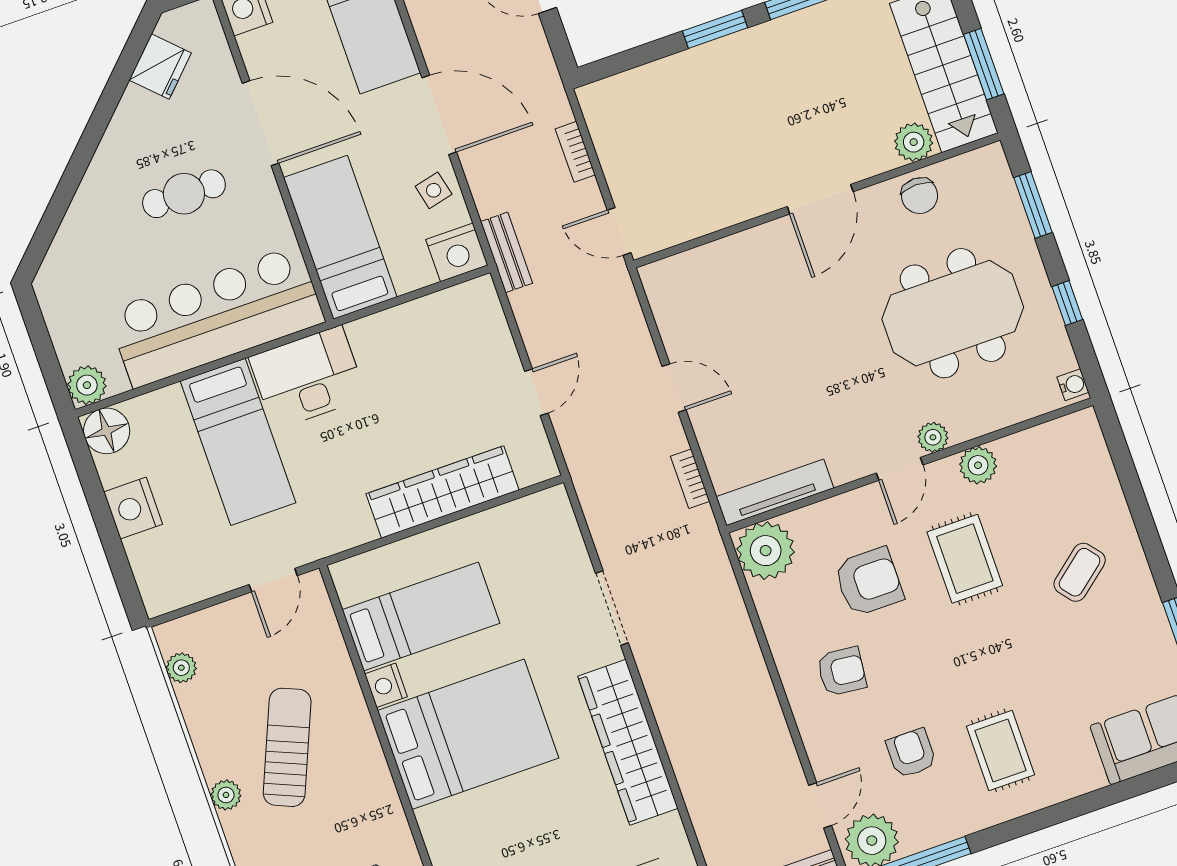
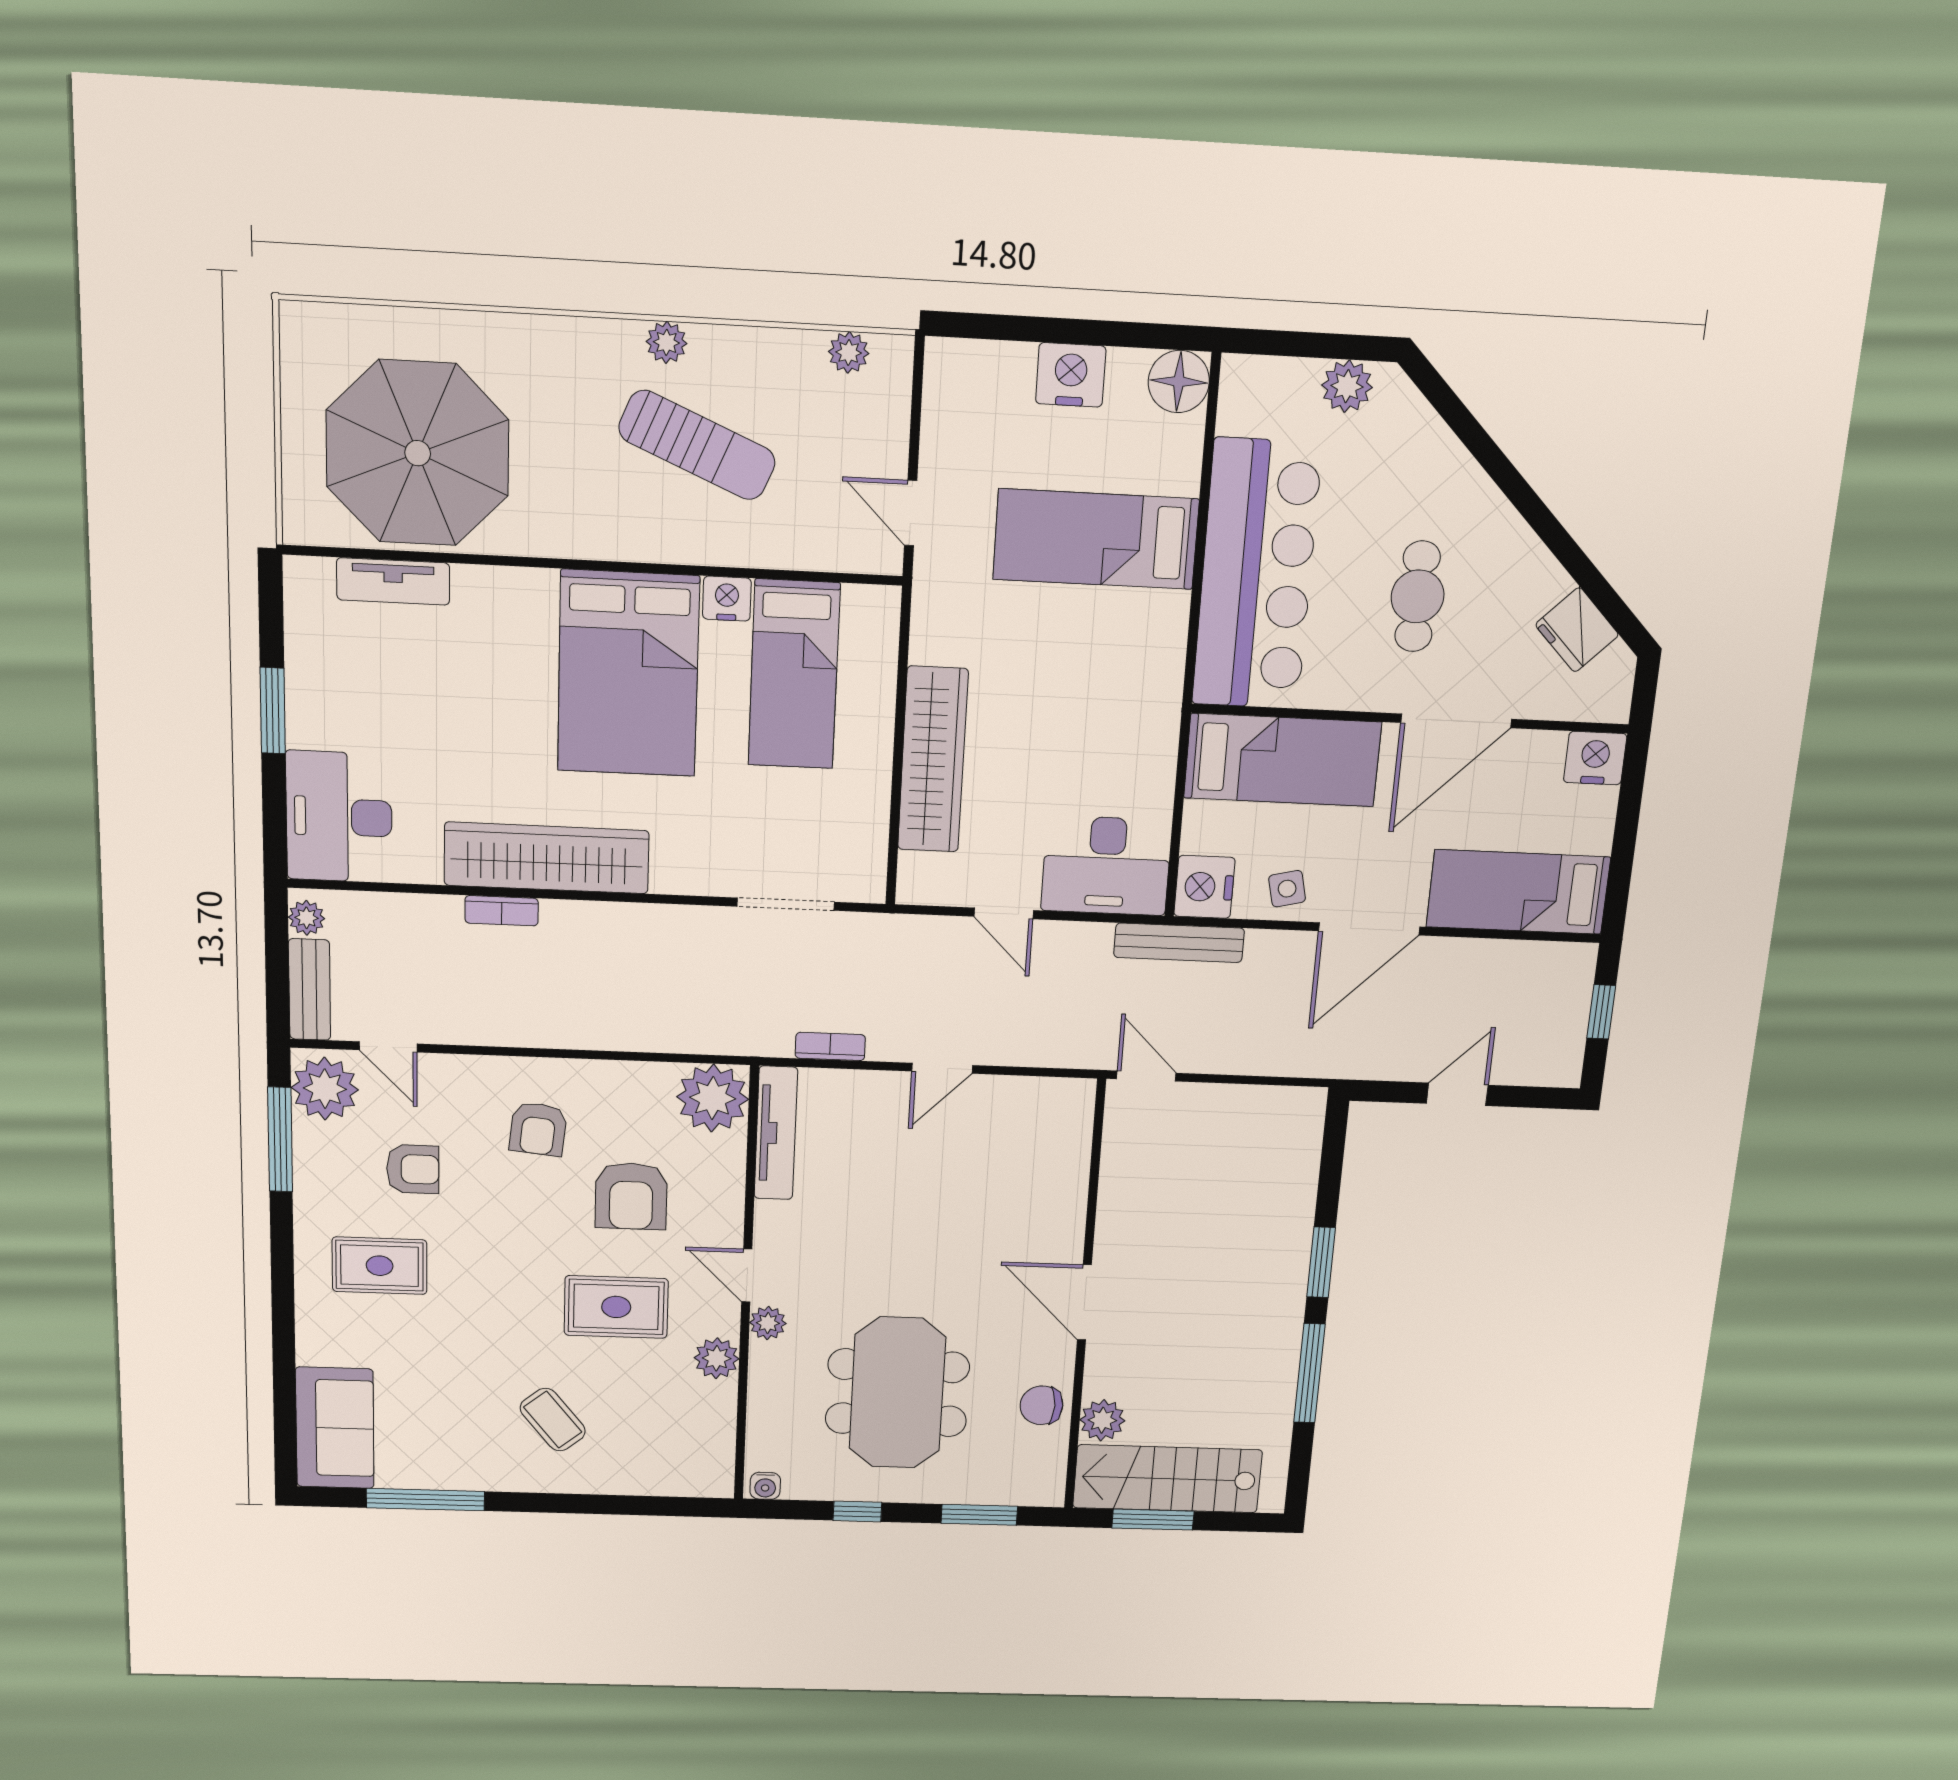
bookcase: (575, 152) -> (502, 911), moved, turned 180
door: (619, 231) -> (1146, 1076), hinge flipped
bench: (507, 252) -> (1179, 943), width x1.36
desk: (308, 378) -> (1106, 866), moved, turned 90
plant: (87, 385) -> (1347, 386), moved
doorway: (612, 608) -> (786, 904), moved

